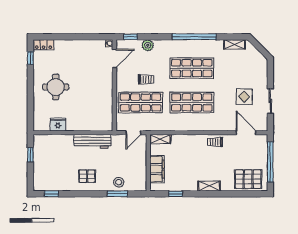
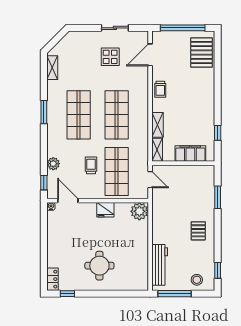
window: (194, 37) -> (44, 112), width x0.47
plant: (105, 123) -> (139, 211), added
fridge: (58, 125) -> (105, 210), moved, turned -90
workbench: (93, 141) -> (160, 265), moved
window: (30, 155) -> (174, 294), width x2.17
stool: (119, 182) -> (197, 280), moved
shelving: (209, 186) -> (158, 125), moved

